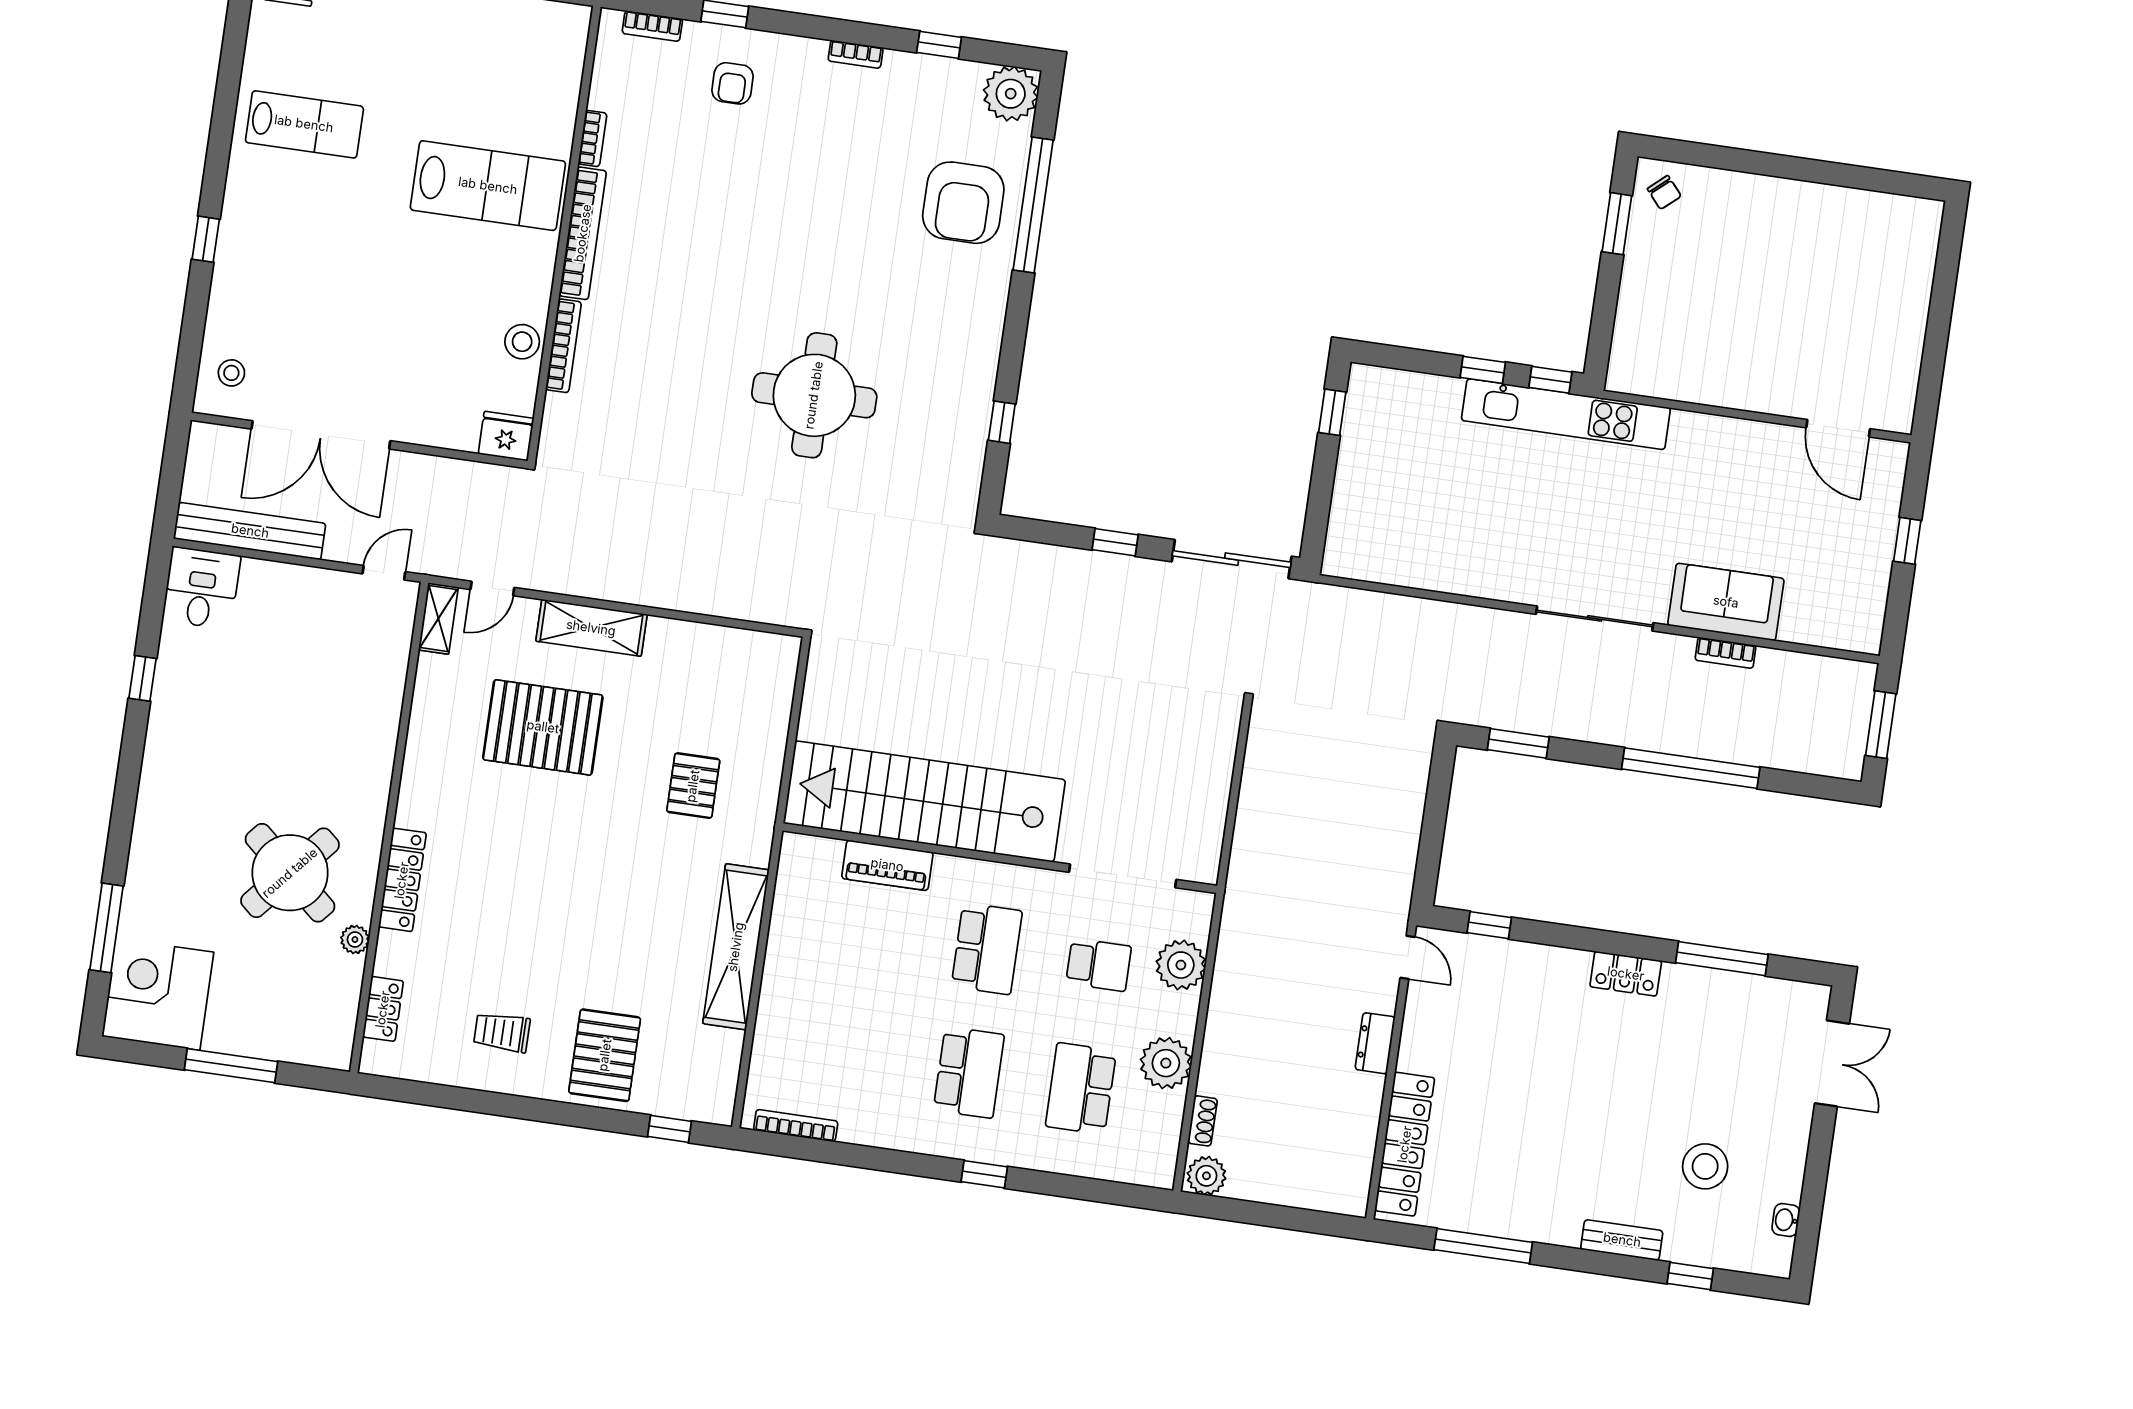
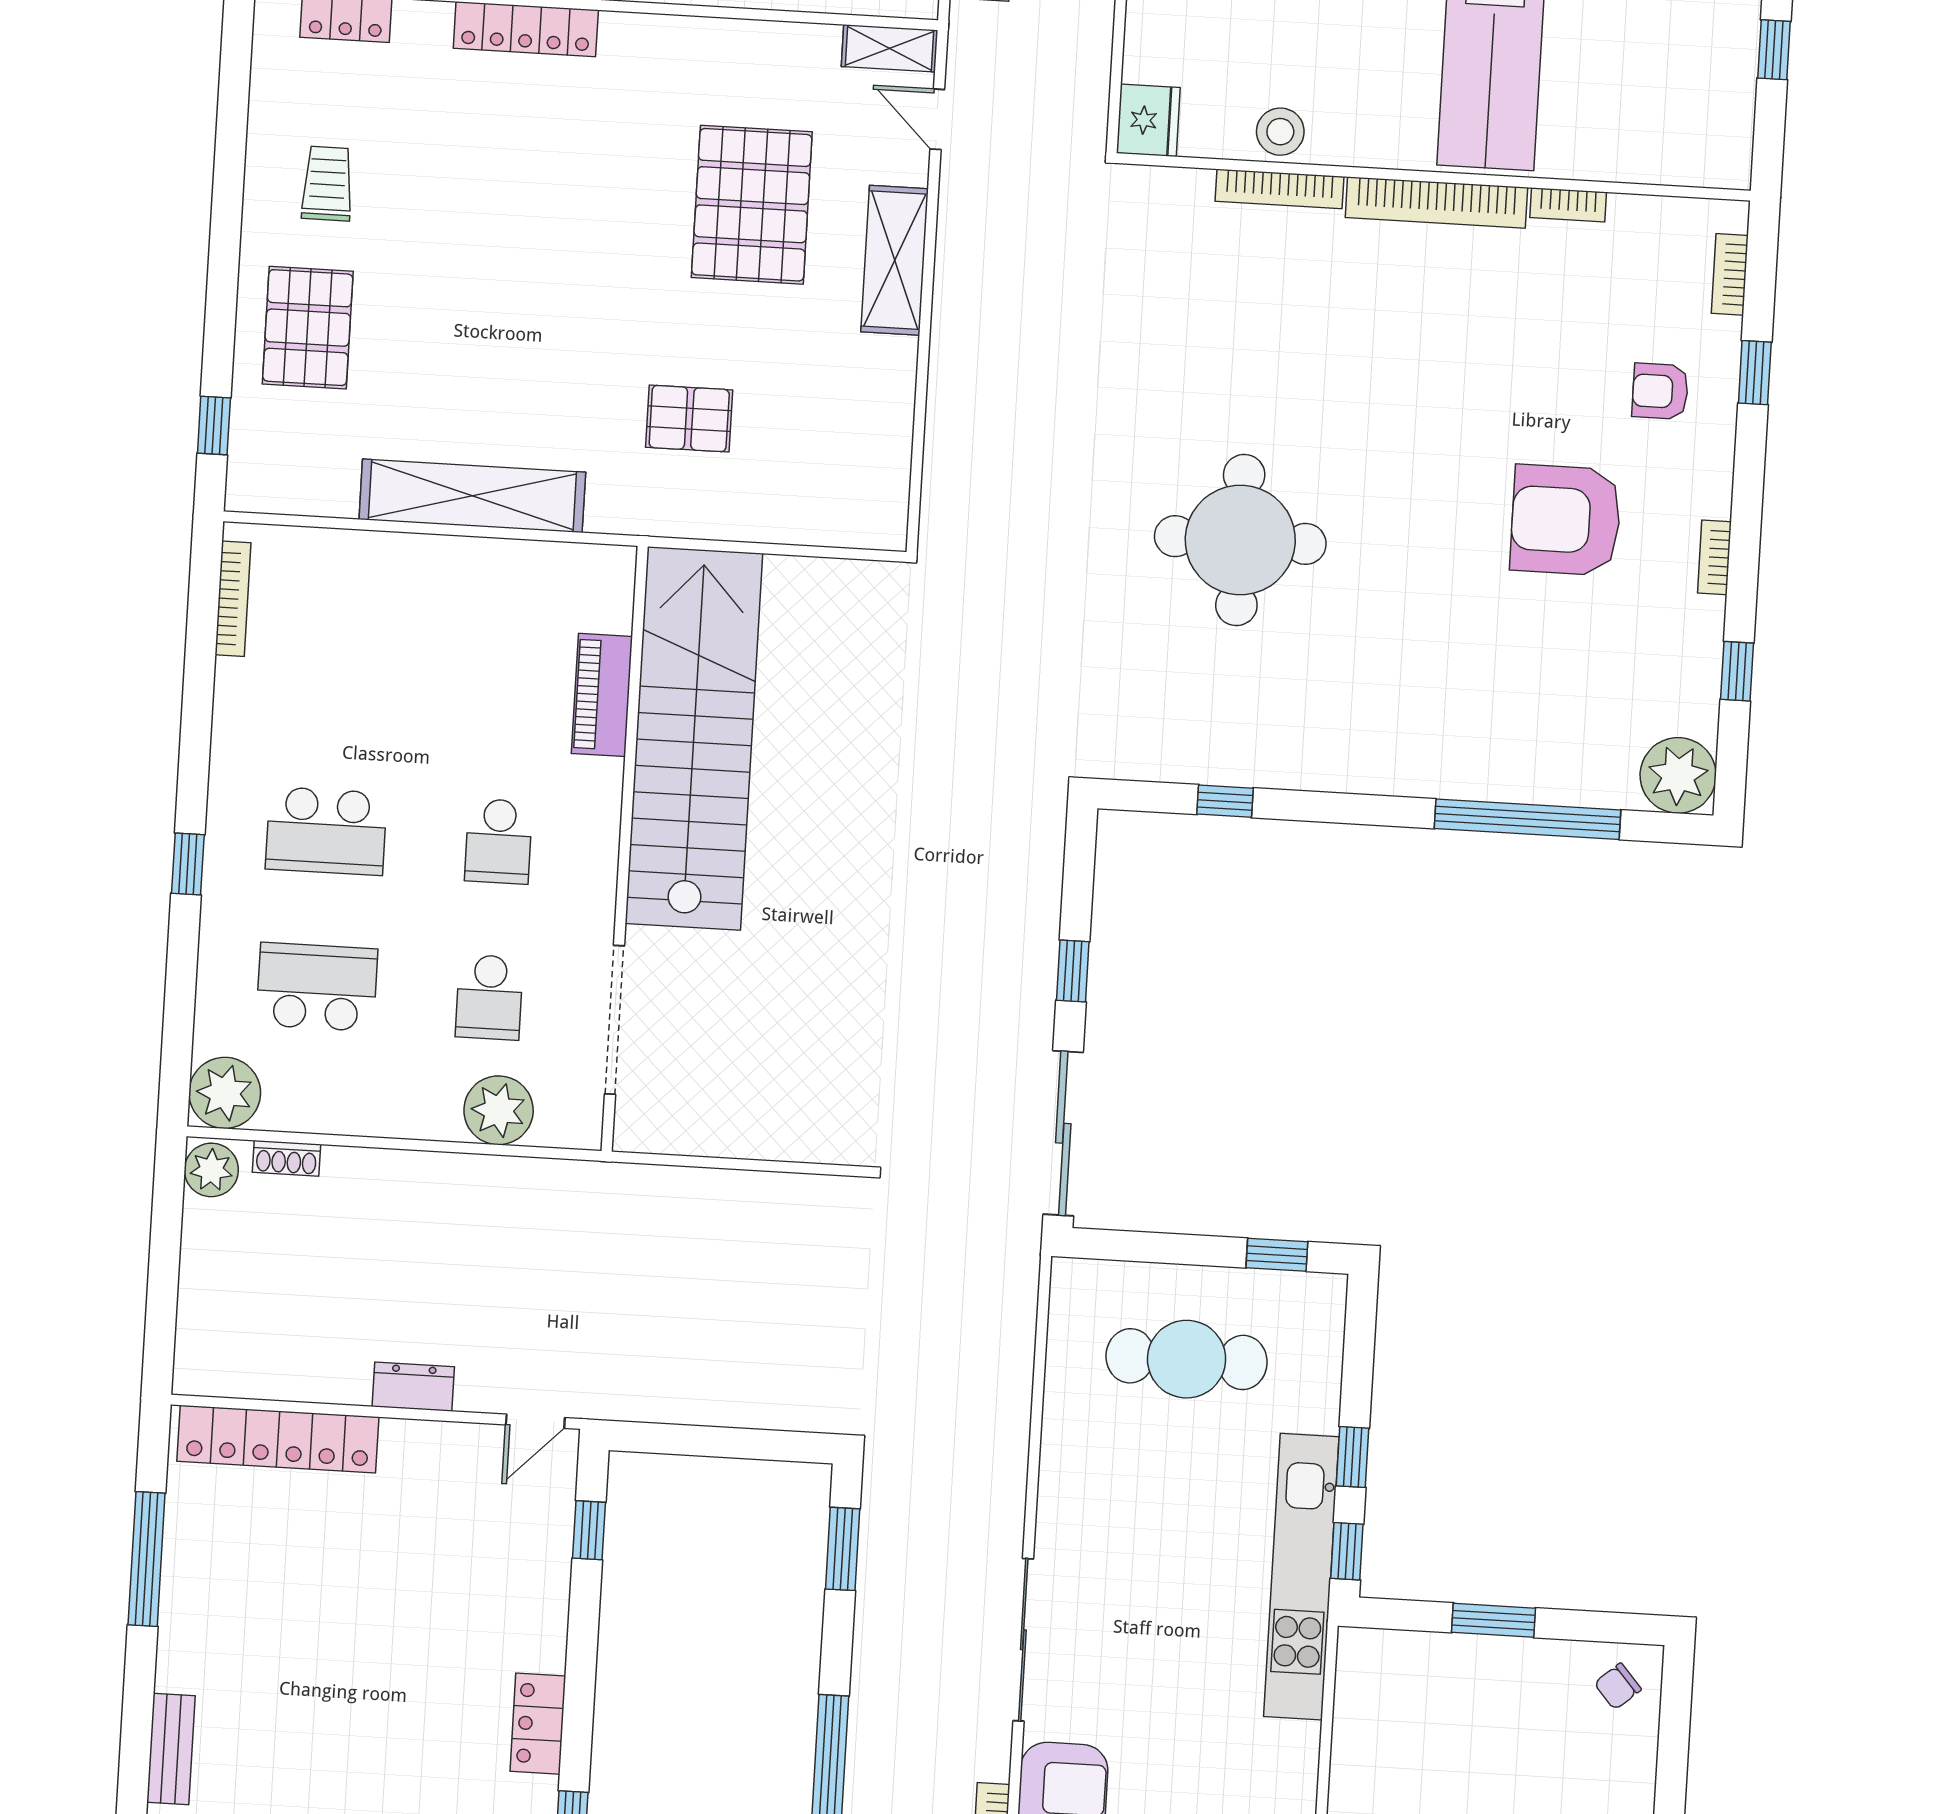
armchair: (963, 203) -> (1566, 520), moved
window: (1617, 224) -> (1493, 1620), moved
cafe table: (1402, 484) -> (1187, 1359), added
school desk: (987, 949) -> (499, 841), width x0.54
pallet: (605, 1055) -> (308, 328), turned 90
plant: (1166, 1063) -> (225, 1093), moved

